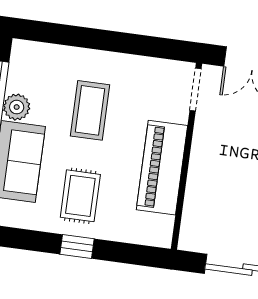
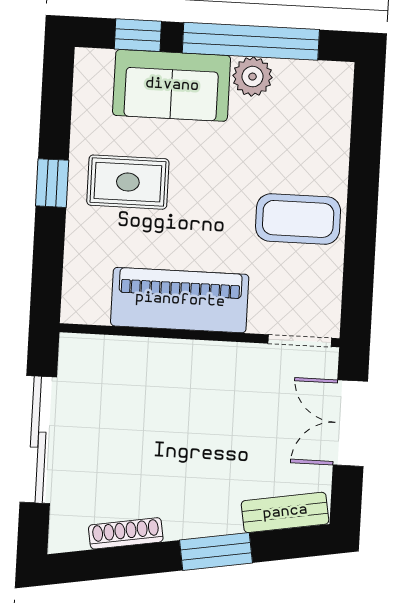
coffee table: (90, 110) -> (298, 219), moved

